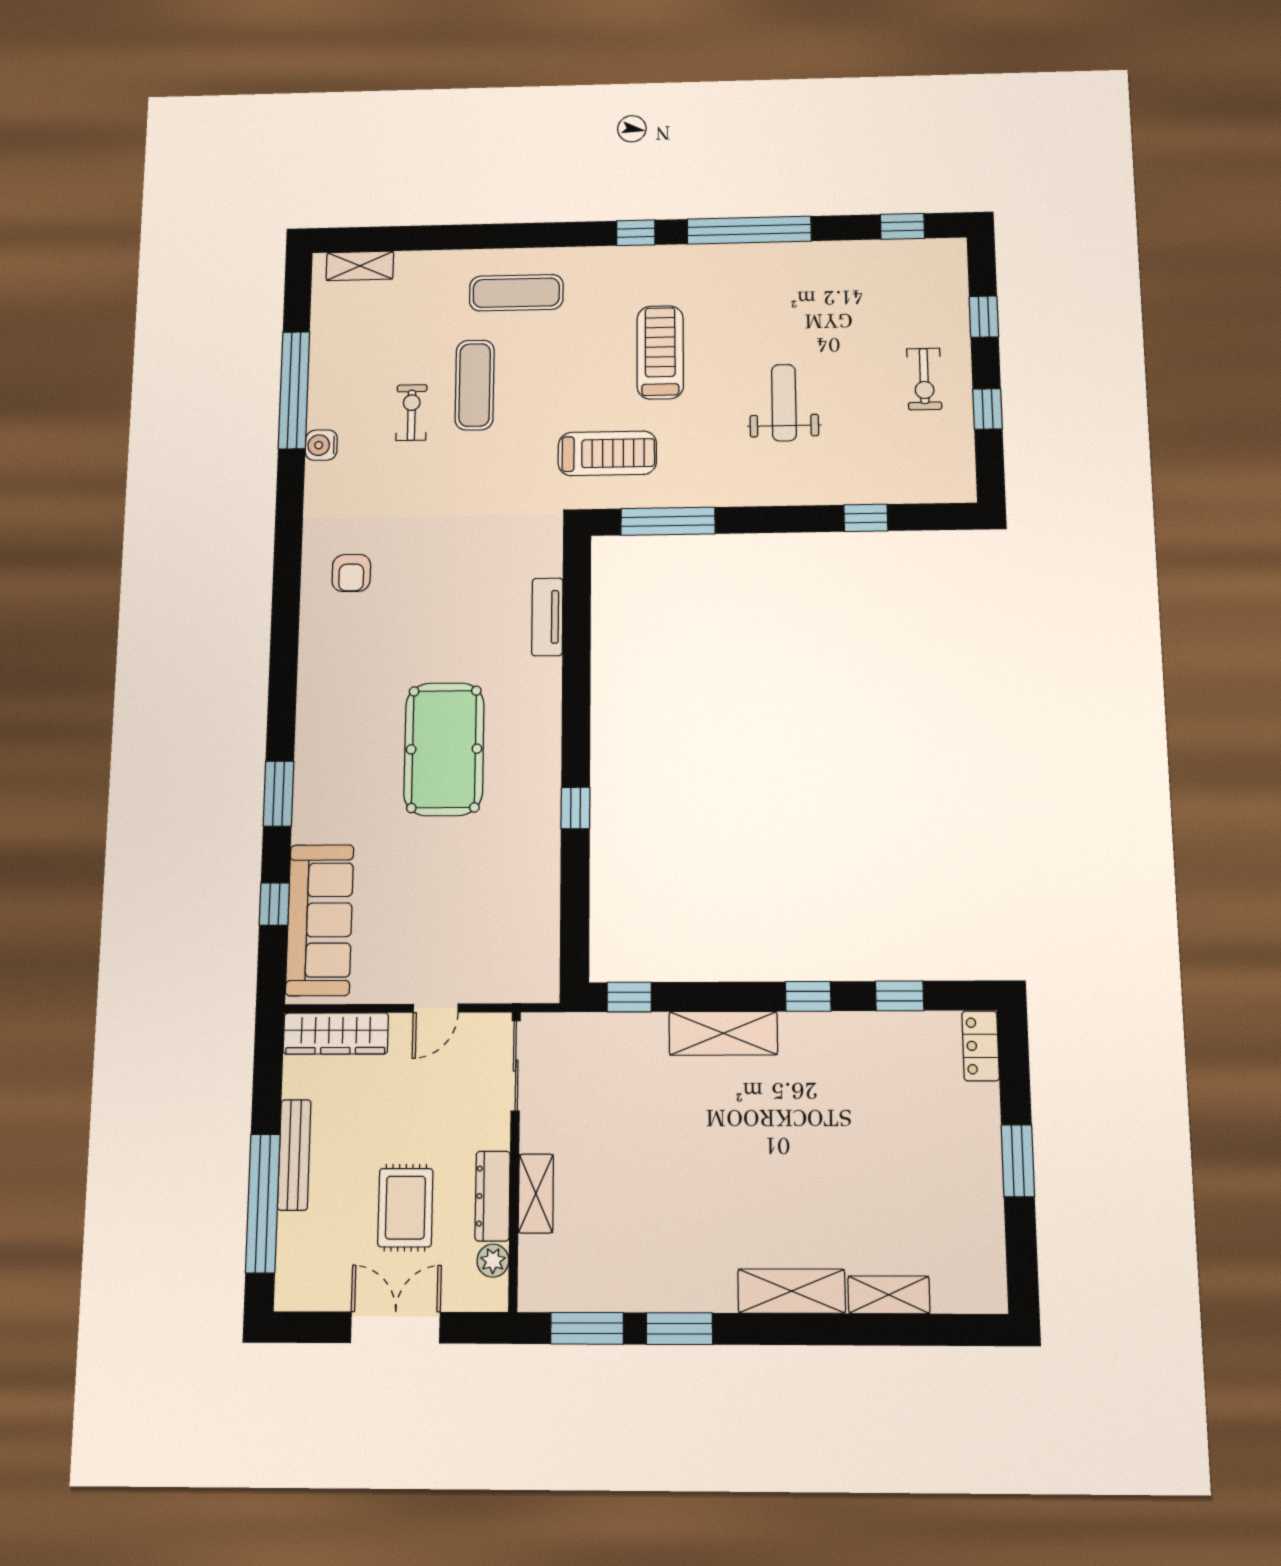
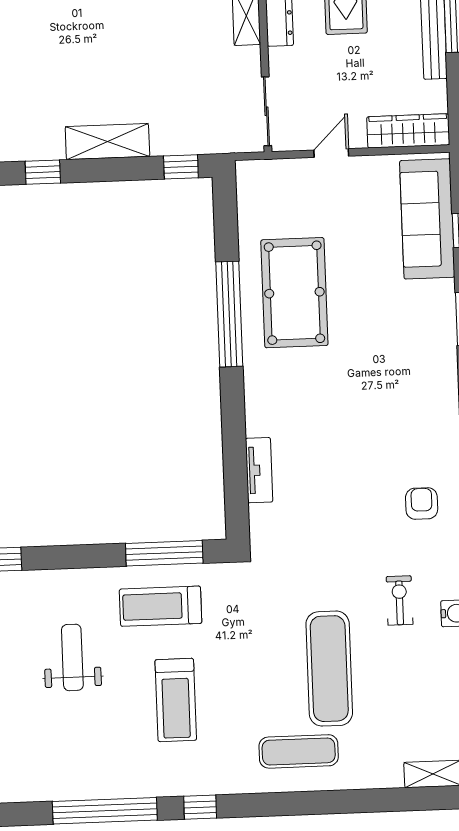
exercise mat: (475, 385) -> (329, 669), width x1.36, depth x1.45
weight bench: (784, 403) -> (72, 657), turned 180
exercise bike: (411, 413) -> (400, 600), moved, turned 180
treadmill: (607, 453) -> (161, 606), moved
pool table: (444, 749) -> (294, 293), moved
window: (575, 808) -> (229, 314), width x3.17

